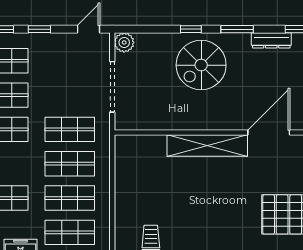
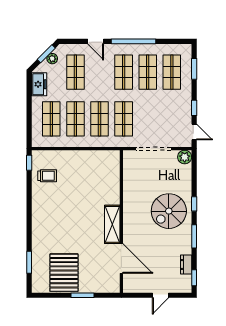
window: (39, 29) -> (194, 108), moved
dresser: (271, 40) -> (186, 265), width x0.70
spiral stairs: (201, 65) -> (169, 211), turned -90
shelving: (207, 146) -> (112, 224), width x0.68

